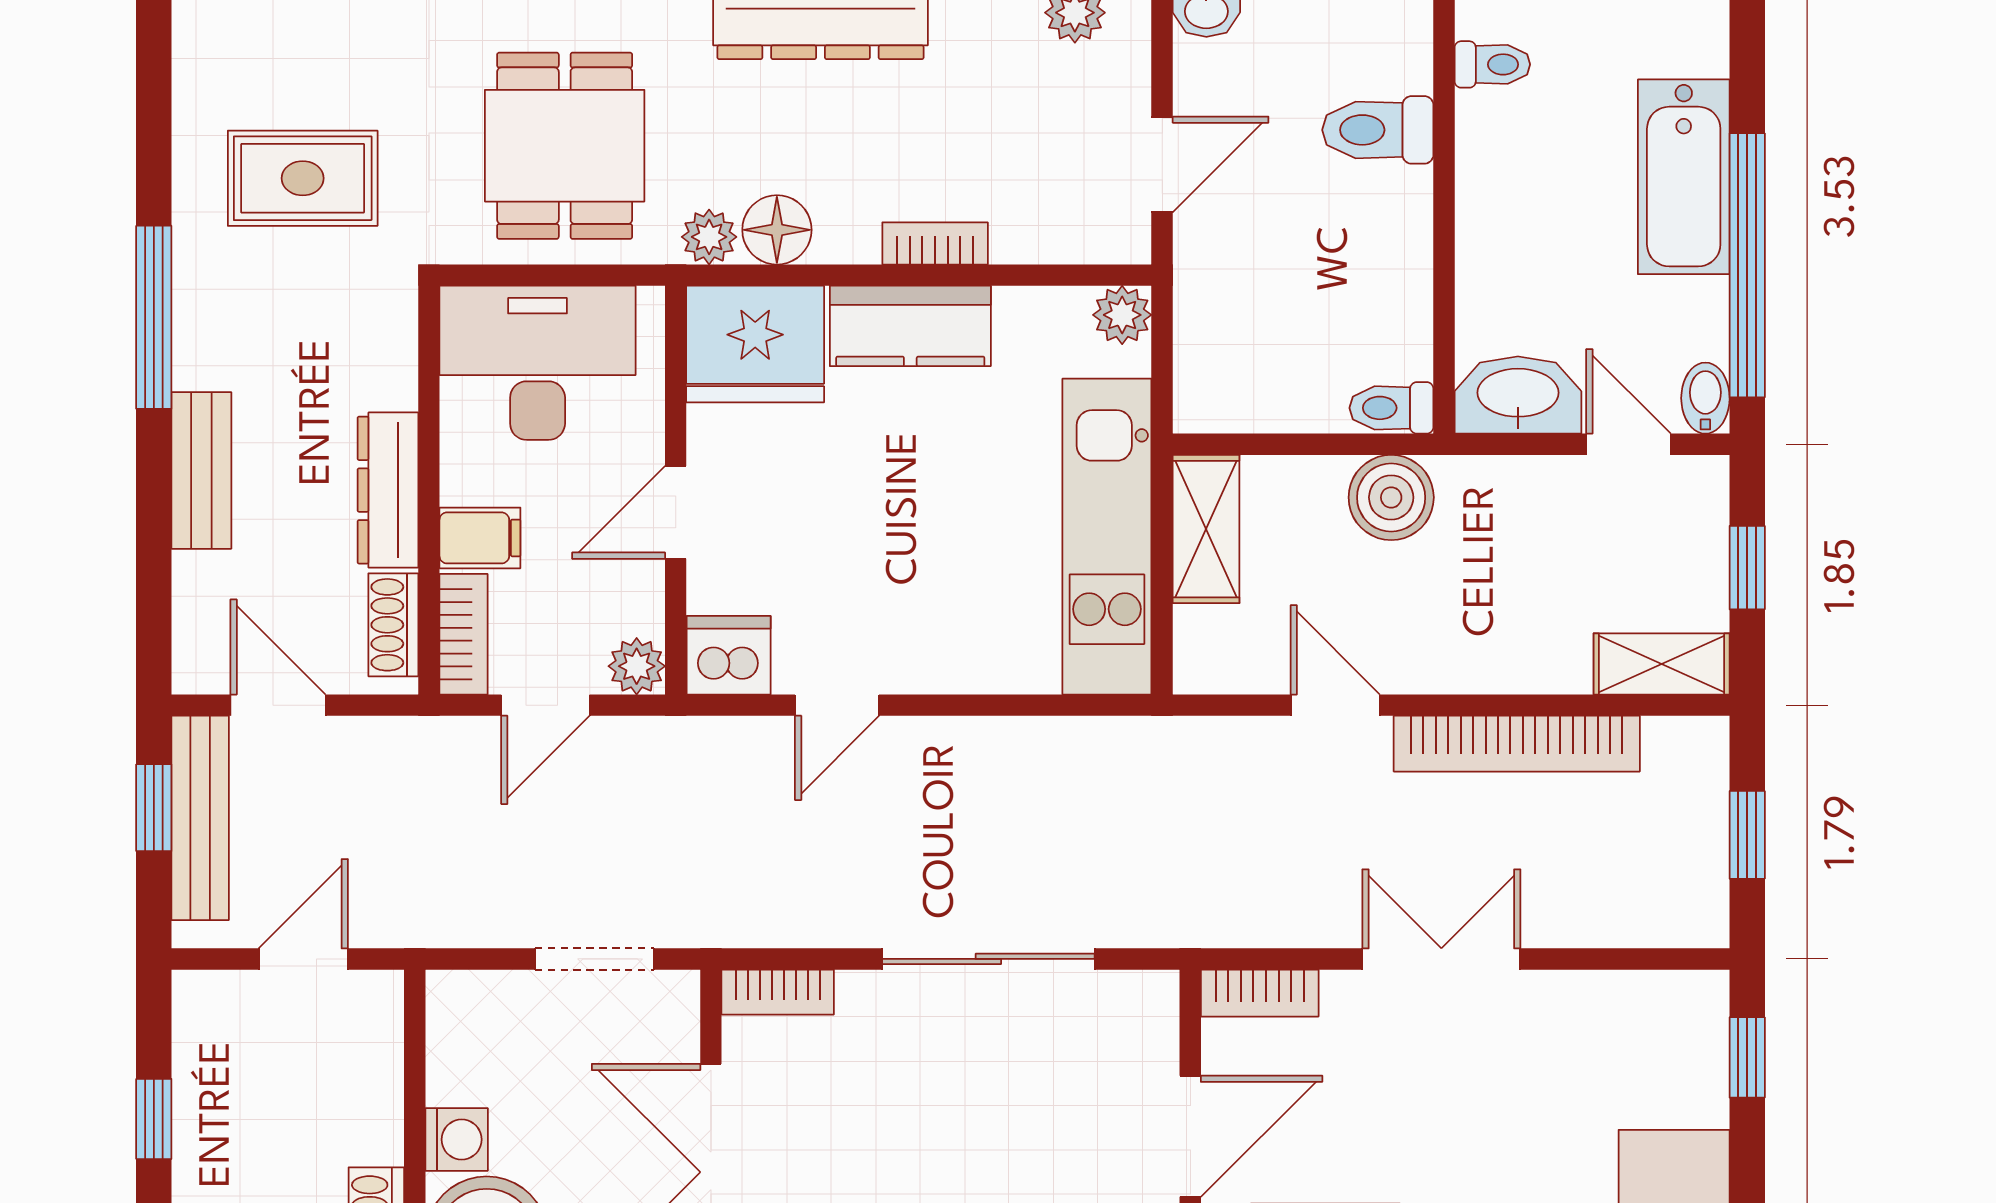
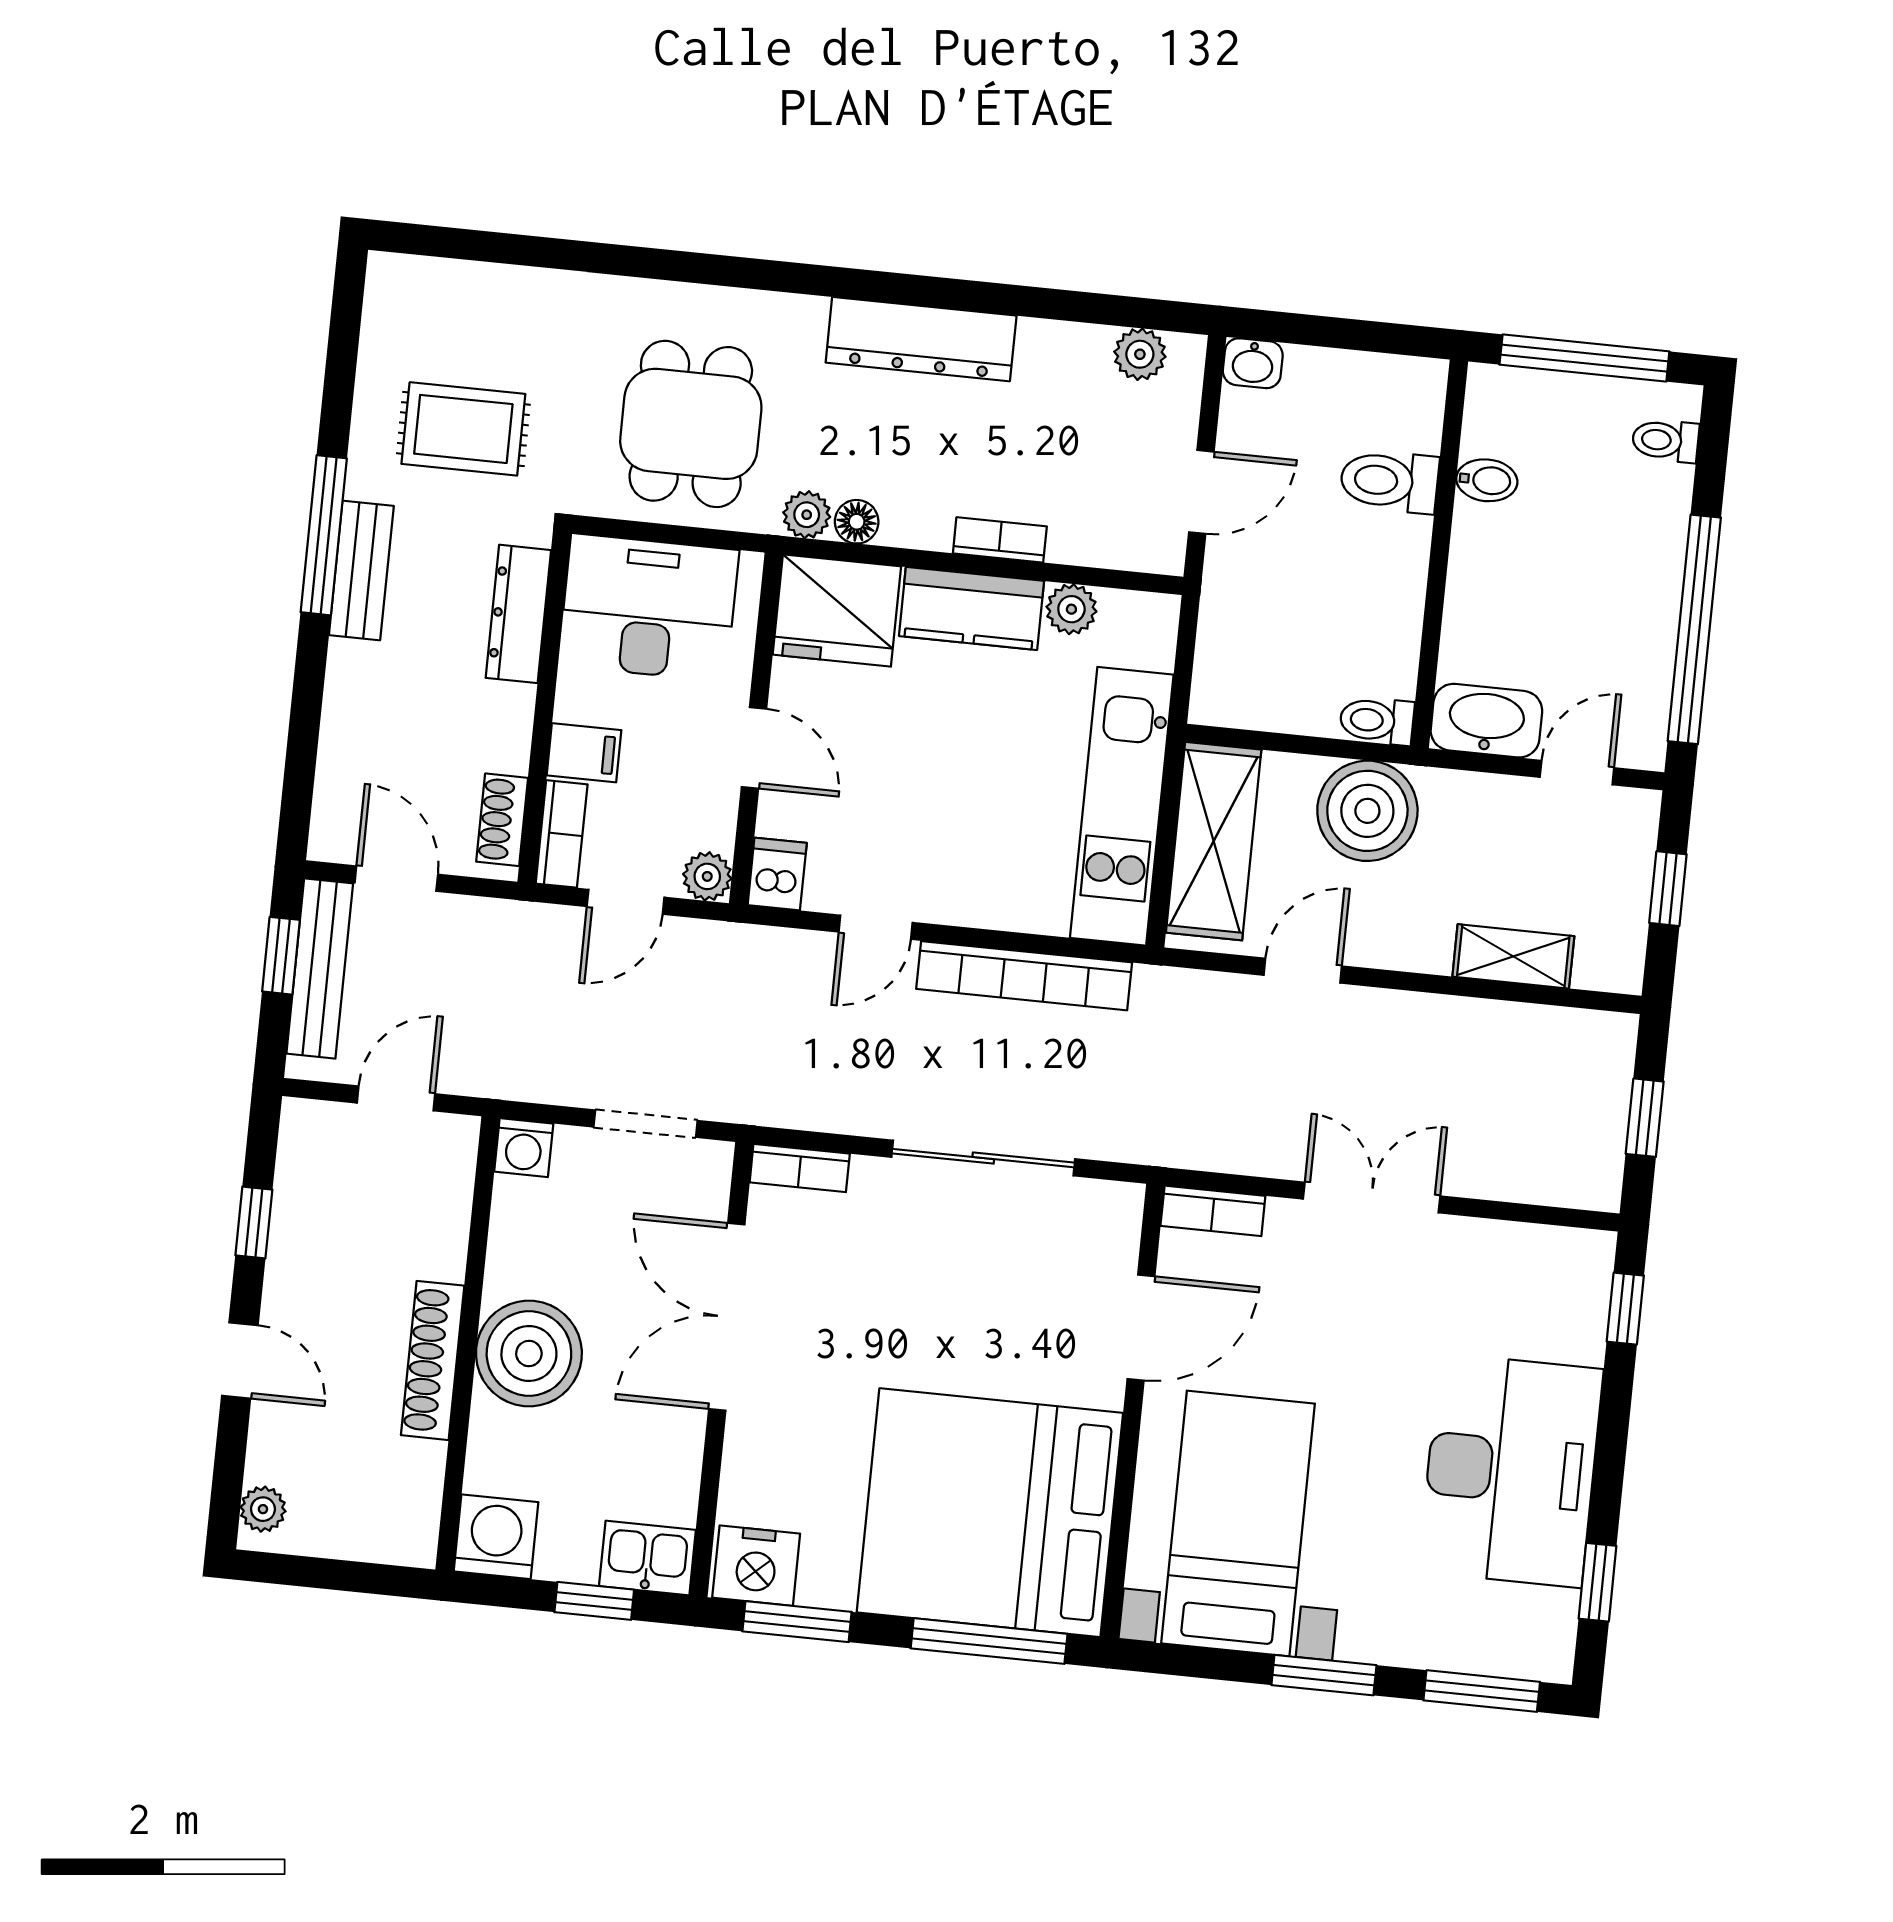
toilet: (1492, 64) -> (1665, 441), moved, turned 180
bathtub: (1684, 177) -> (1648, 548), removed
floor lamp: (777, 230) -> (857, 522), width x0.73, depth x0.73
plant: (1122, 315) -> (1071, 609), moved
bidet: (1705, 398) -> (1487, 480), moved, turned 90
door: (1628, 444) -> (1577, 773), hinge flipped
bench: (201, 470) -> (361, 571), moved
dresser: (388, 490) -> (518, 614), moved
boiler: (1391, 497) -> (1367, 811), width x1.37, depth x1.37
door: (676, 512) -> (754, 748), swing flipped
shelving: (1206, 529) -> (1214, 841), width x1.50, depth x1.33
dishwasher: (729, 655) -> (777, 874), width x0.73
shelving: (1662, 664) -> (1513, 956), moved
door: (1335, 705) -> (1303, 971), hinge flipped
bookcase: (1517, 744) -> (1024, 976), moved
washing machine: (457, 1140) -> (524, 1148), moved, turned 90

